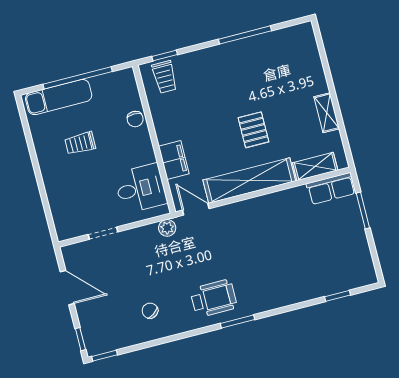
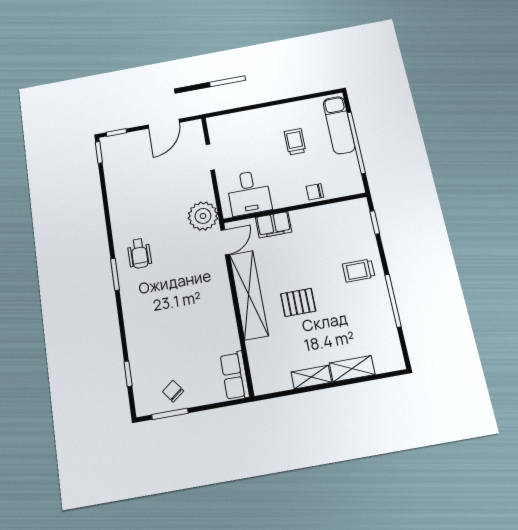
trolley: (165, 77) -> (359, 271), moved
shelving: (315, 166) -> (352, 369), moved, turned 90
window: (363, 210) -> (170, 414), moved
plant: (167, 228) -> (203, 216), width x1.87, depth x1.87
wheelchair: (214, 298) -> (139, 253), width x0.73, depth x0.73
chair: (150, 311) -> (173, 391), moved, turned -92

